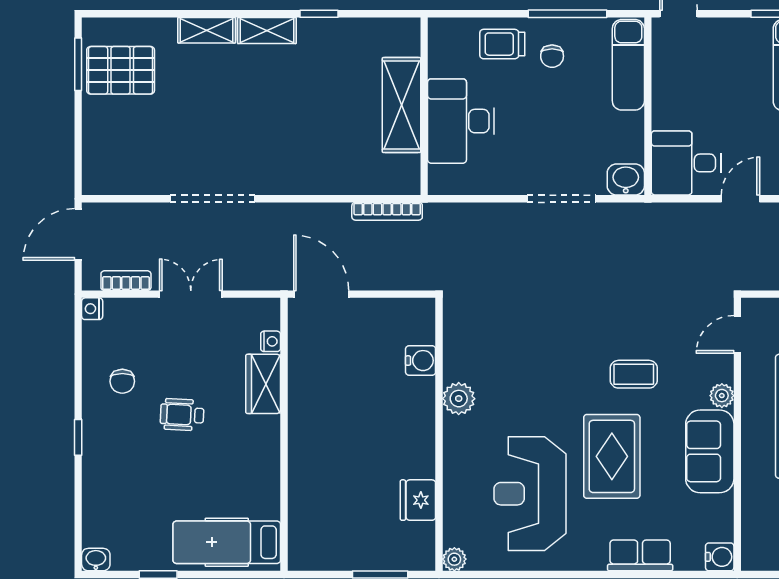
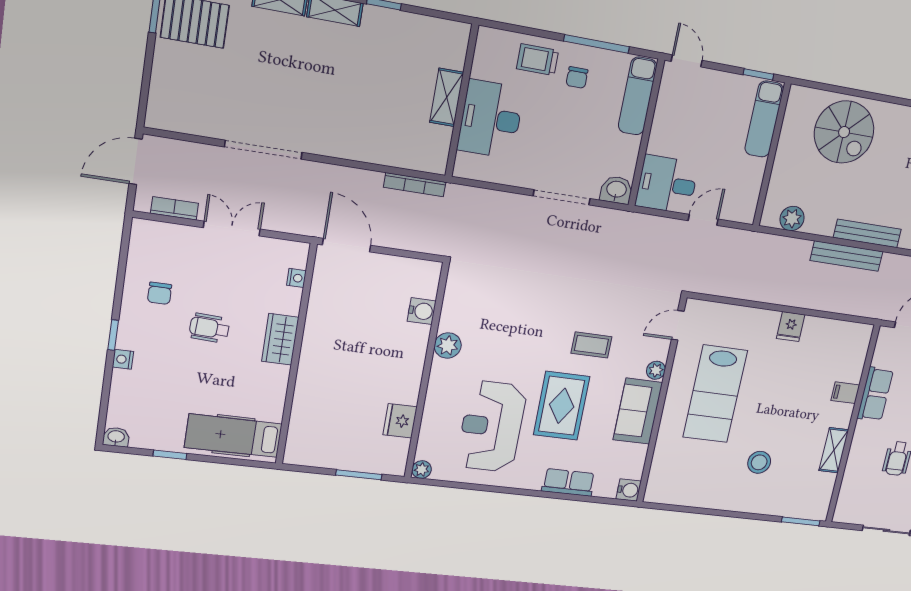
shelving: (402, 105) -> (447, 97), width x0.67, depth x0.75
nightstand: (92, 309) -> (123, 359), moved
wardrobe: (263, 384) -> (280, 339), moved

